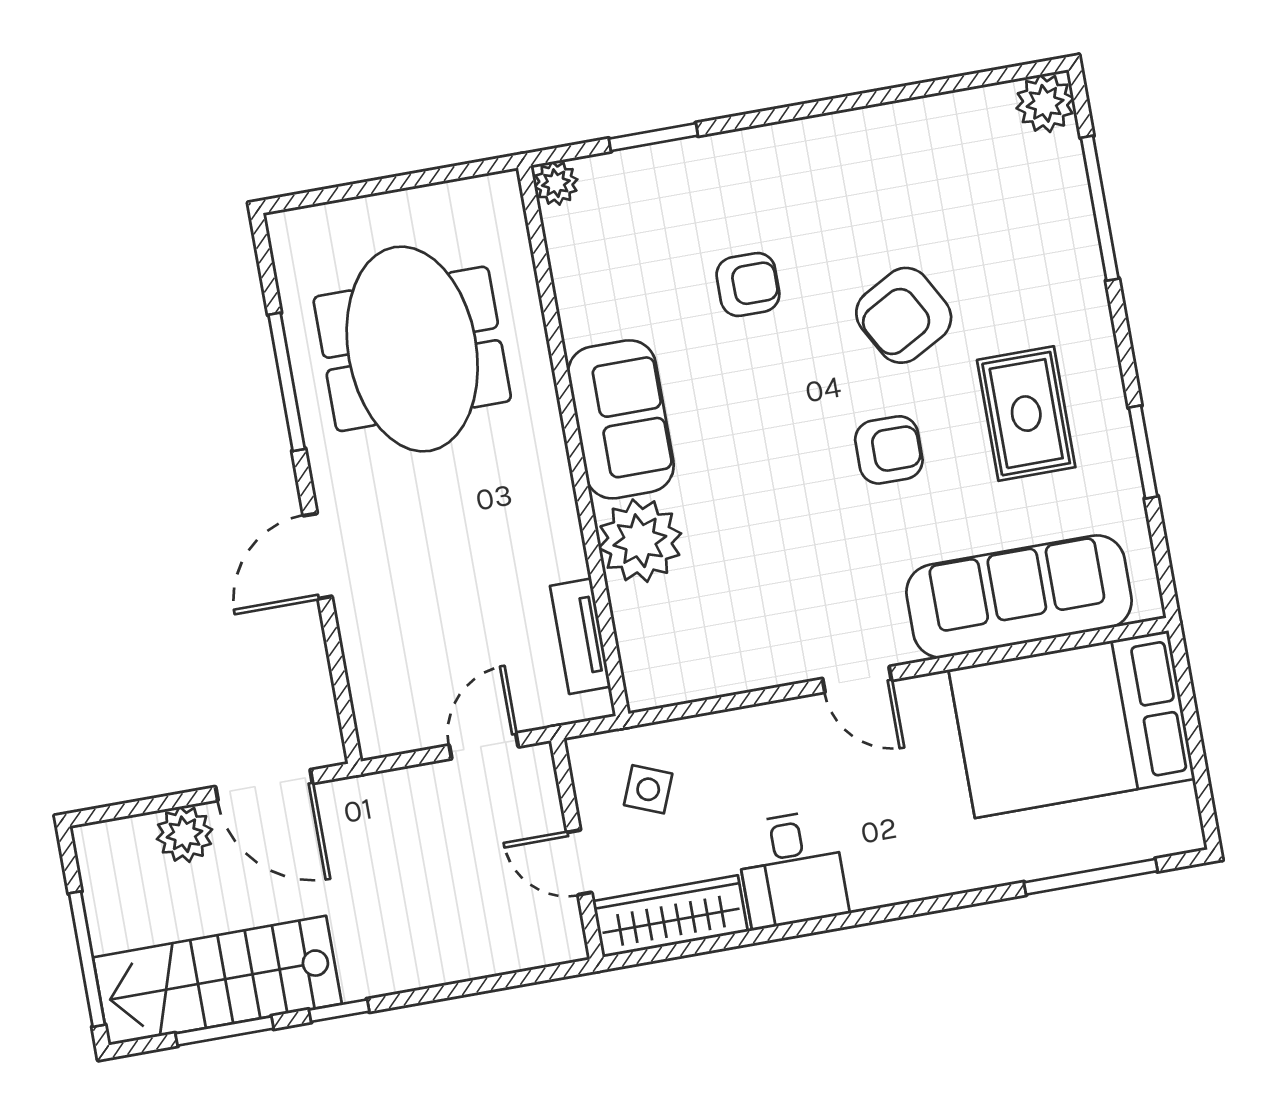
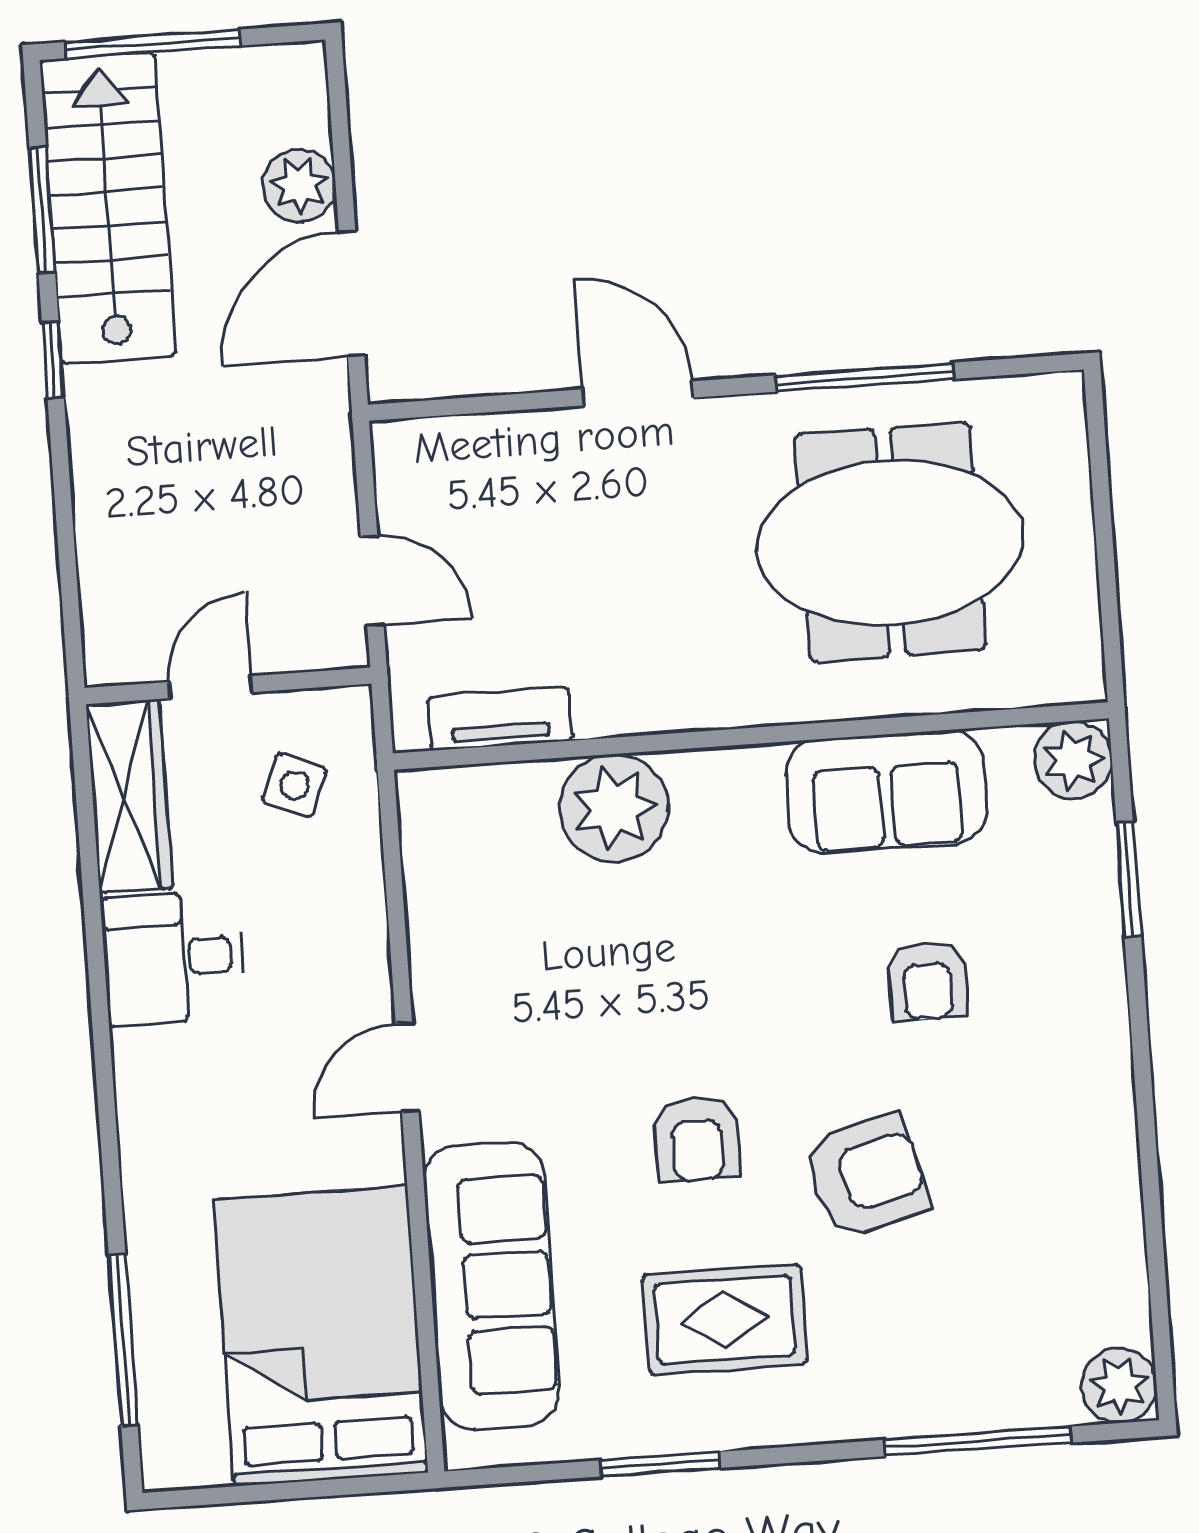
plant: (556, 183) -> (1073, 760), width x1.38, depth x1.38
armchair: (904, 315) -> (867, 1176), turned 104
sofa: (621, 419) -> (886, 792), moved

